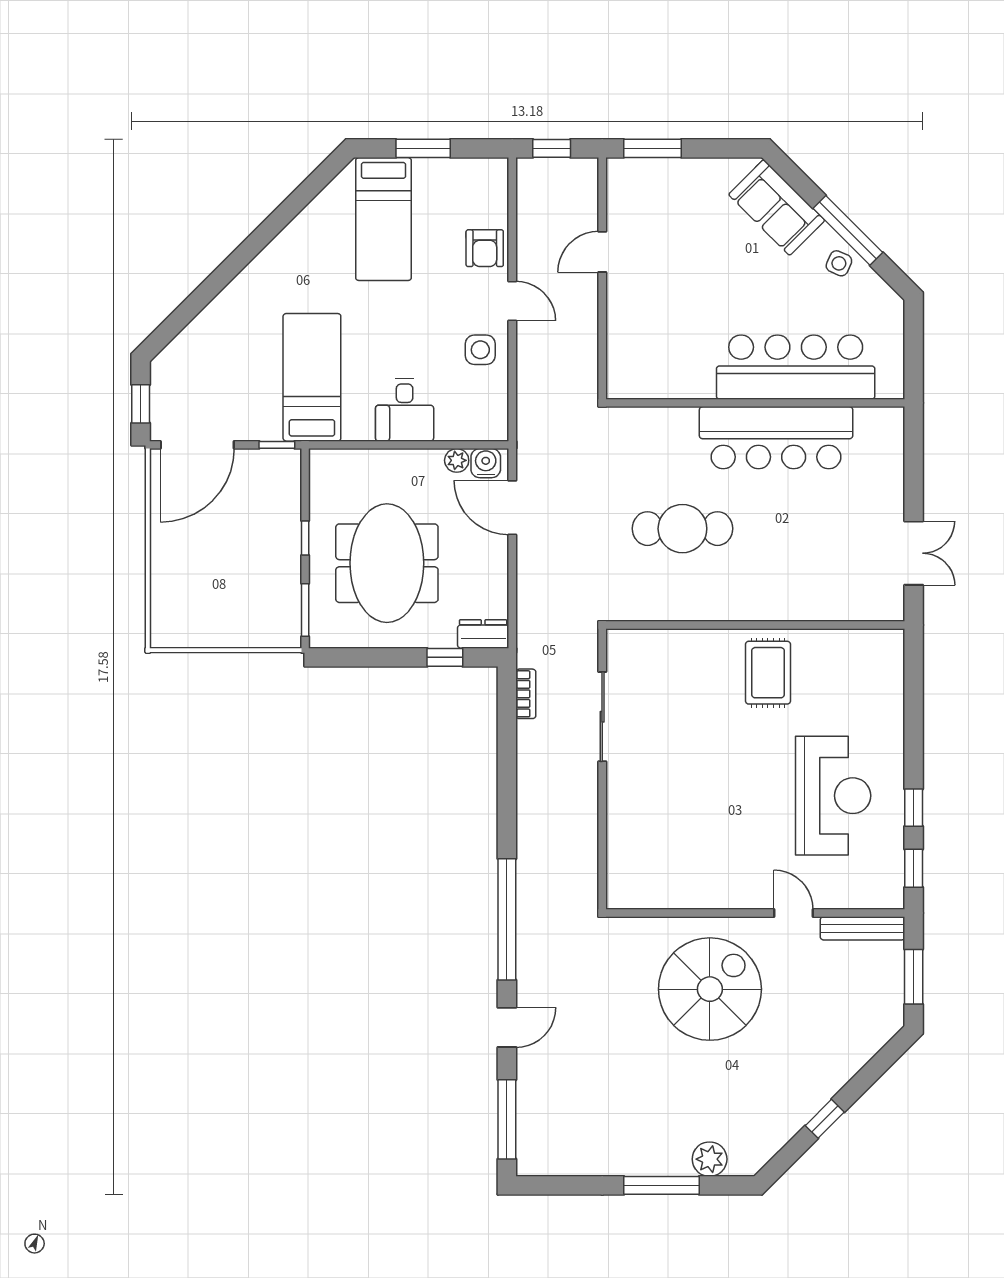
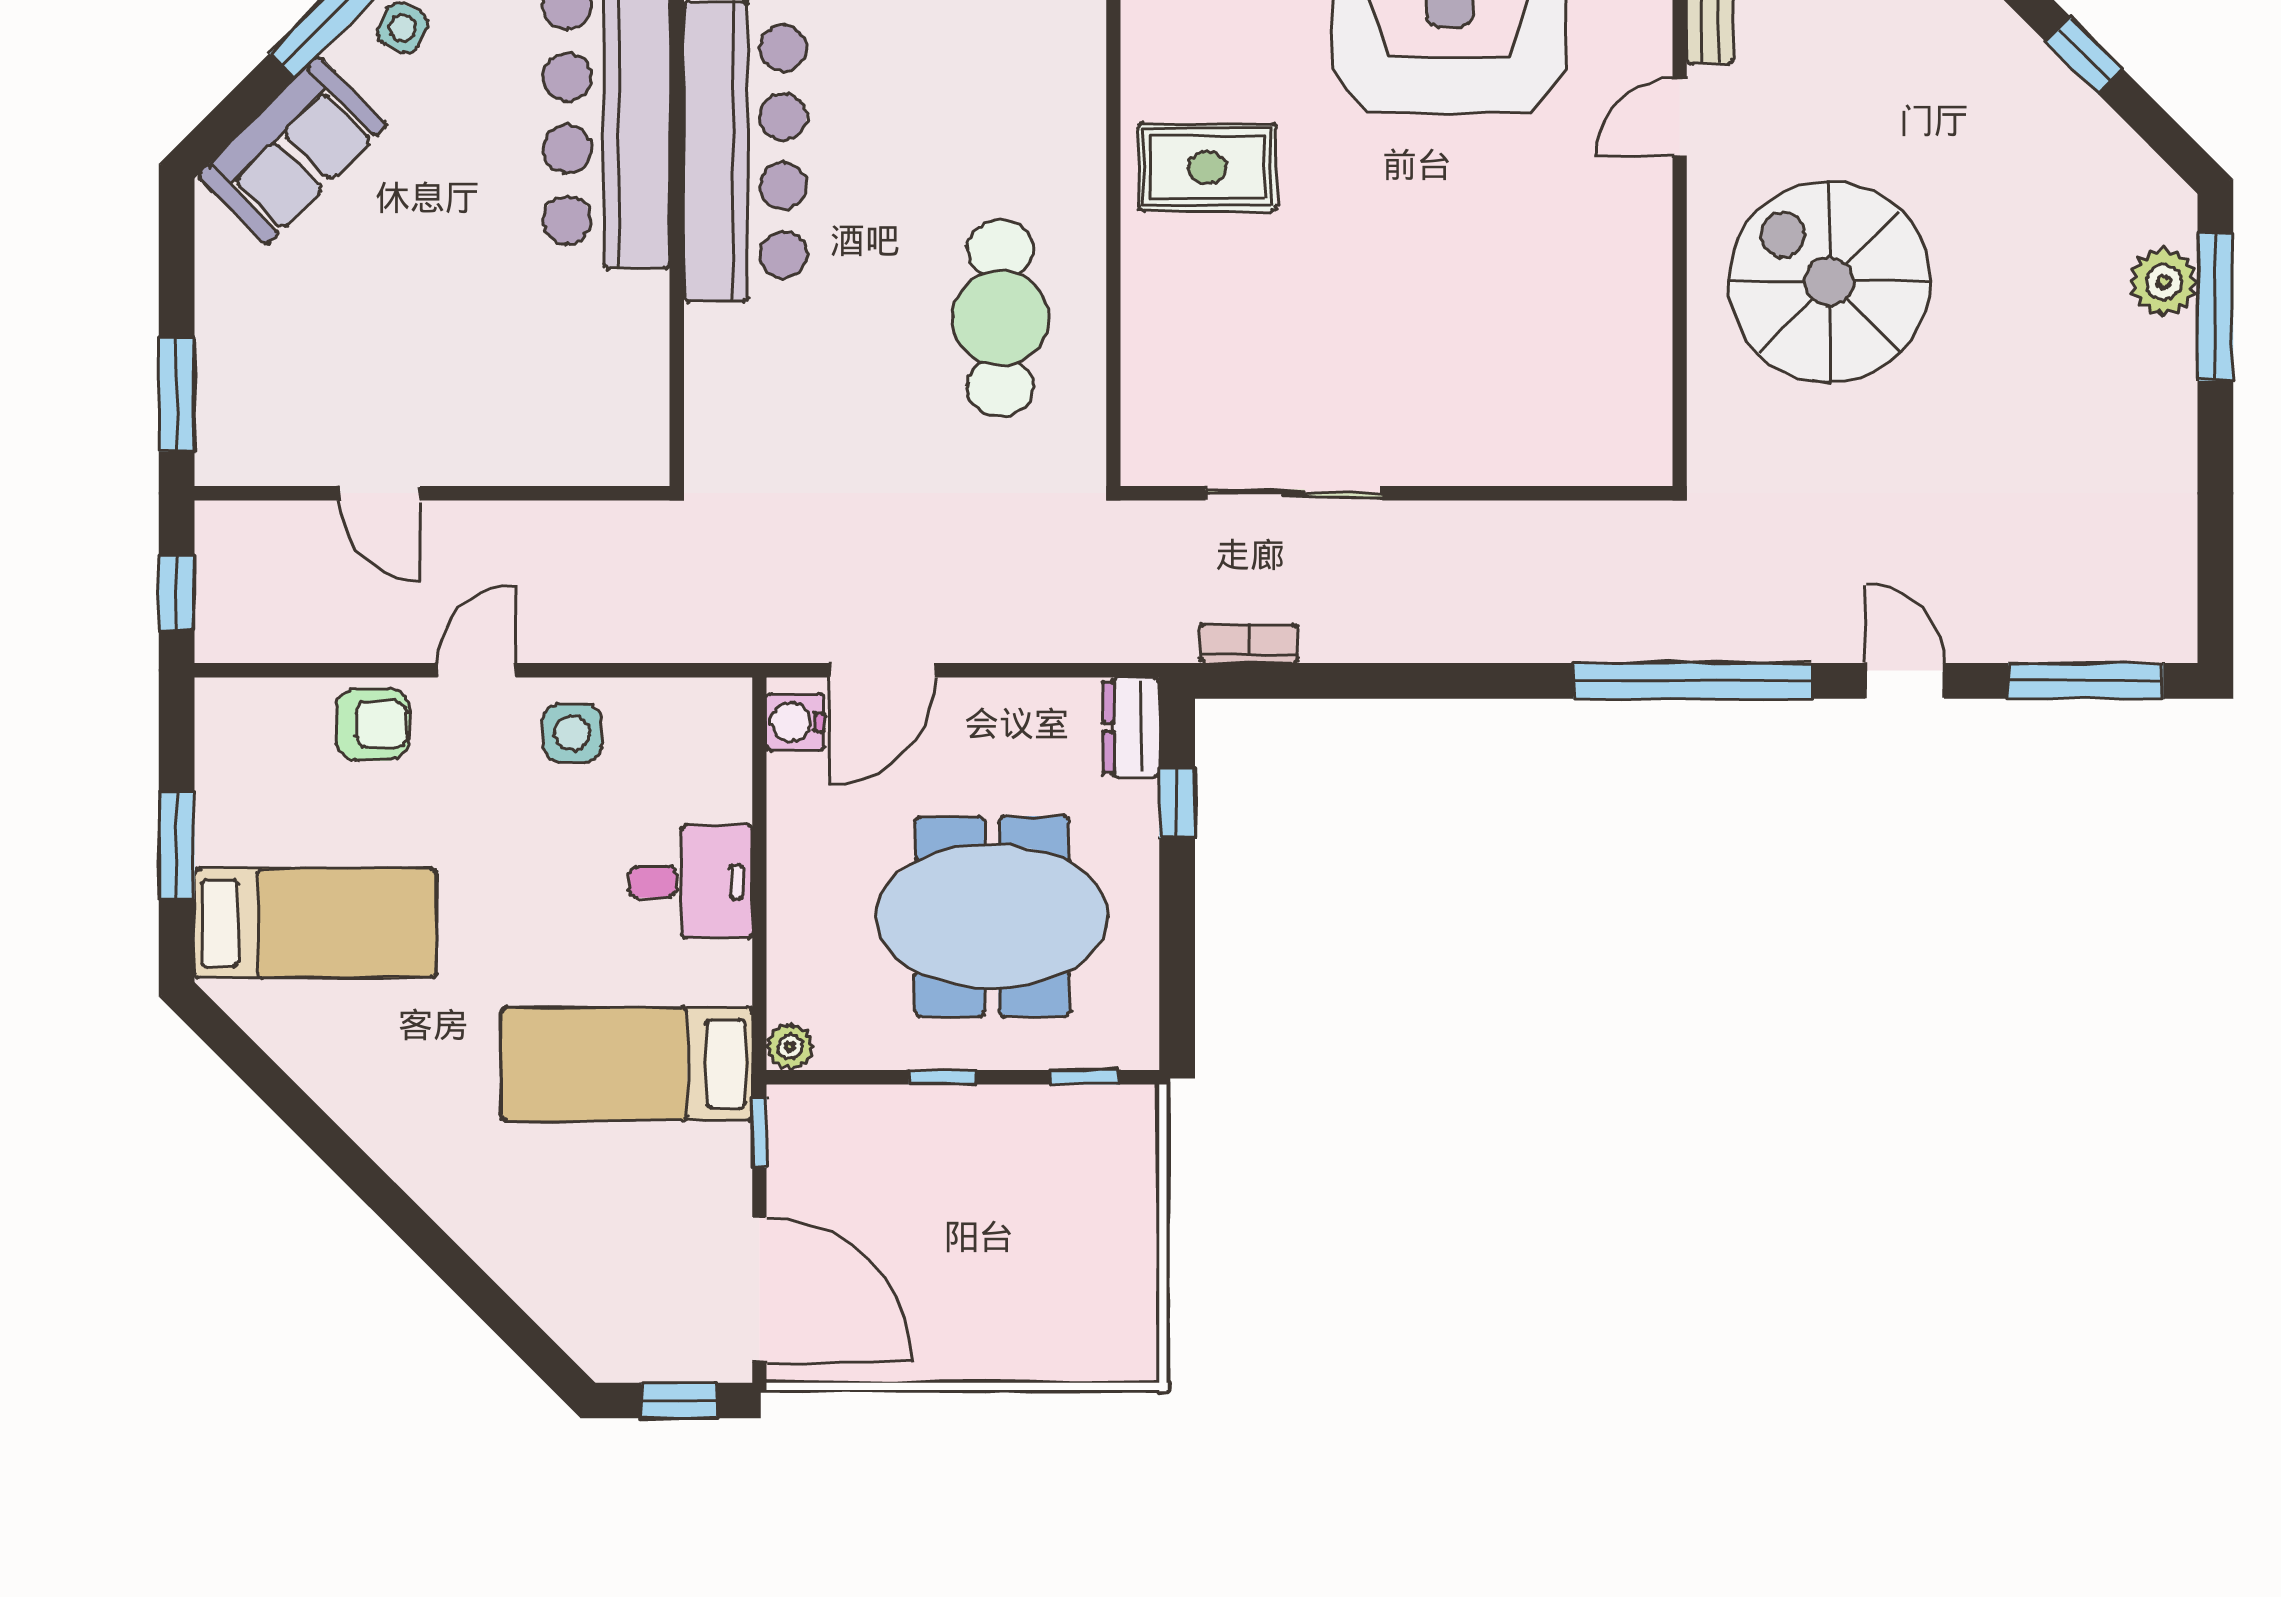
plant: (457, 460) -> (790, 1047), moved
cafe table: (682, 529) -> (1000, 318), moved
window: (305, 610) -> (1084, 1077), width x0.67
window: (662, 1185) -> (2215, 307), moved

